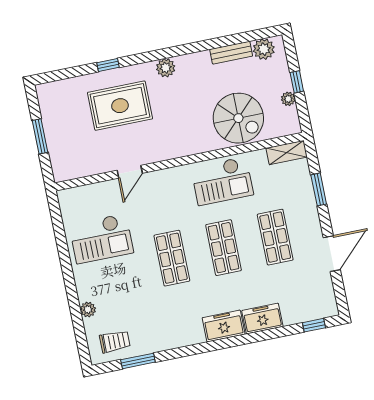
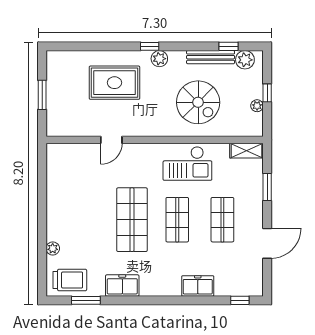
window: (242, 38) -> (228, 46), added
bench: (231, 53) -> (211, 57), width x1.36
window: (108, 65) -> (150, 46), moved
spiral stairs: (238, 118) -> (198, 102), moved
checkout: (101, 239) -> (76, 191), removed
shop shelf: (172, 258) -> (132, 220), width x1.43, depth x1.36
freezer: (224, 326) -> (122, 286), moved
trolley: (115, 342) -> (70, 280), width x1.36, depth x1.39

